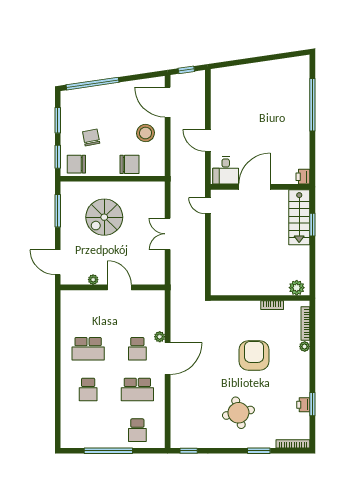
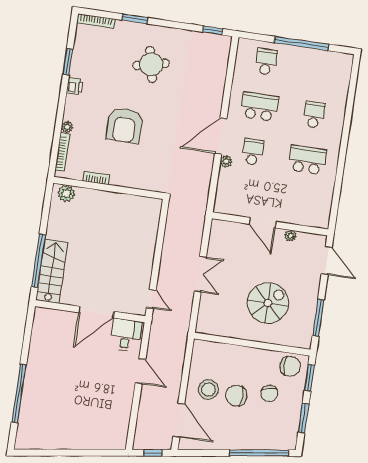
chair: (129, 164) -> (236, 396), moved
printer: (303, 177) -> (41, 315), removed
window: (312, 225) -> (38, 261), width x2.11
printer: (303, 405) -> (75, 86), moved

